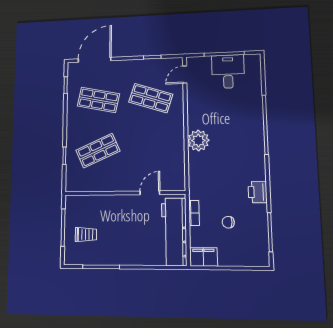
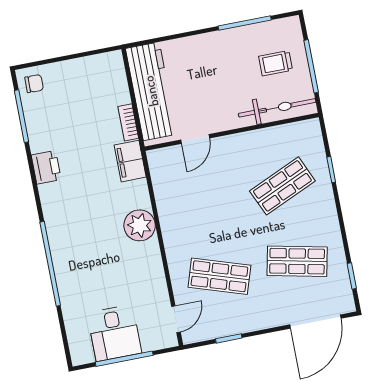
bicycle: (91, 204) -> (277, 108), added
chair: (228, 222) -> (34, 84), moved
filing cabinet: (203, 257) -> (130, 161), moved, turned 90

